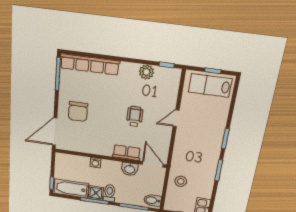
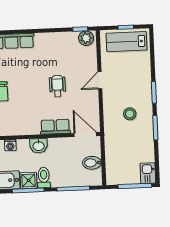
plant: (146, 72) -> (86, 38), moved
washing machine: (95, 163) -> (10, 145), moved
washbasin: (130, 169) -> (39, 146), moved
stool: (181, 181) -> (130, 114), moved
bidet: (152, 200) -> (92, 163), moved

